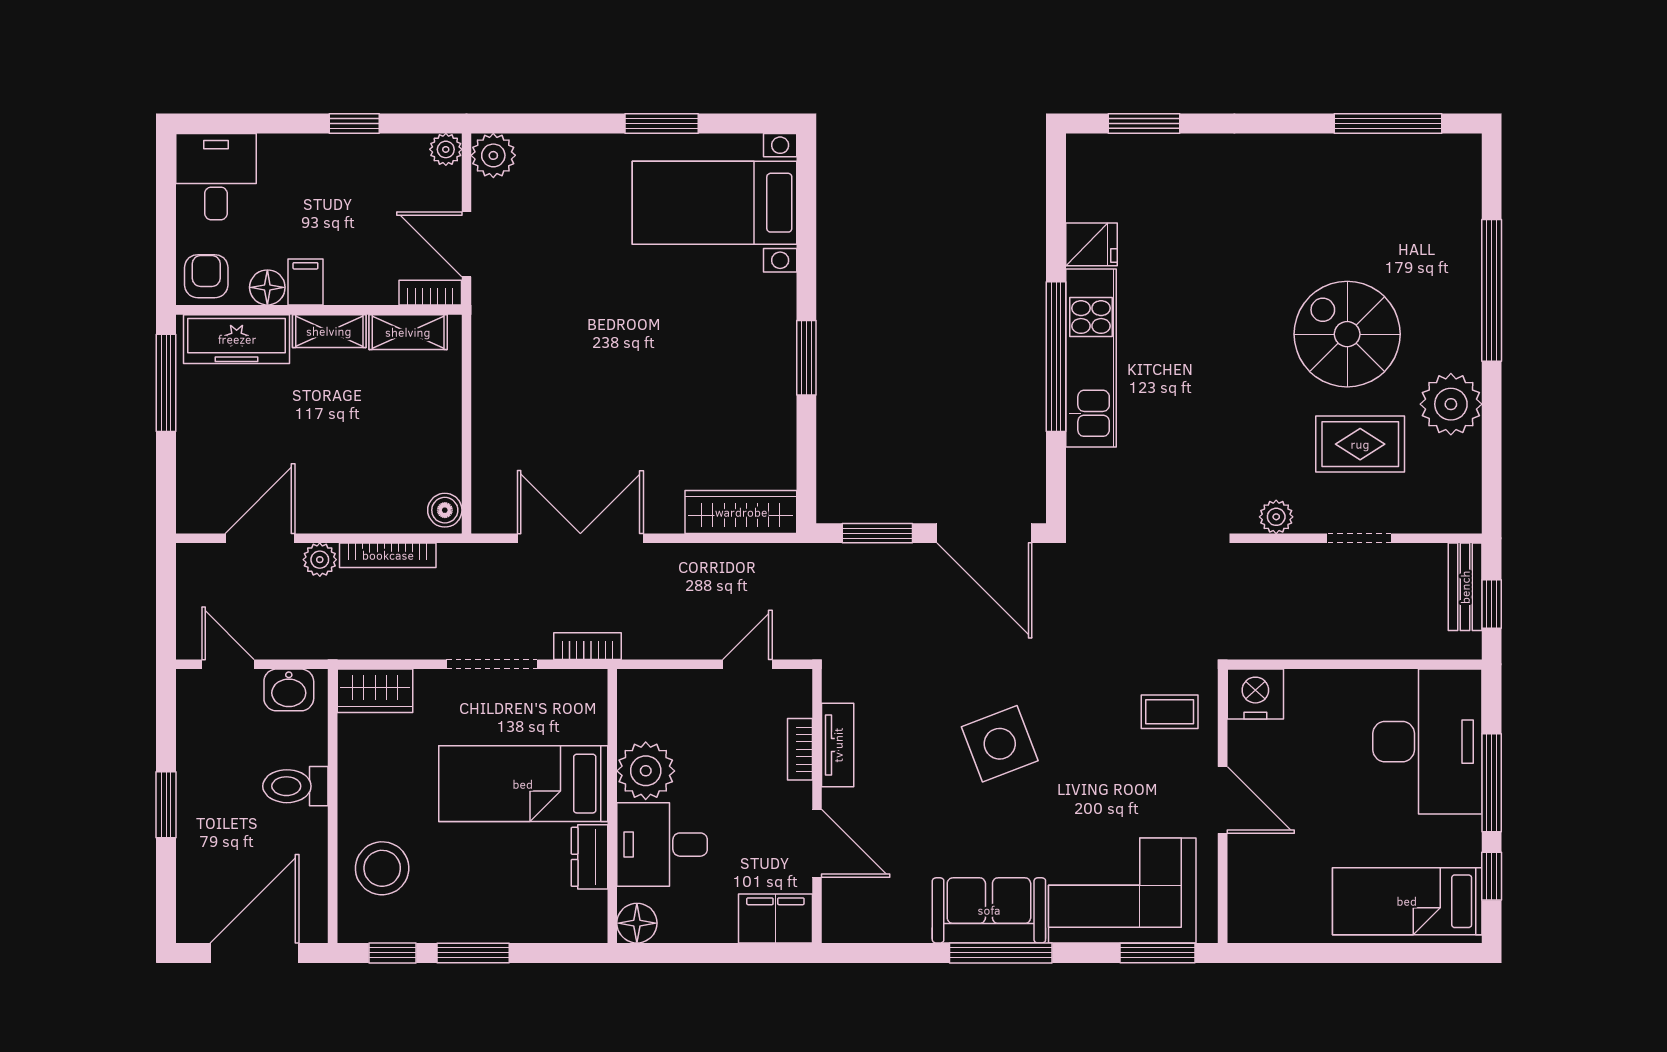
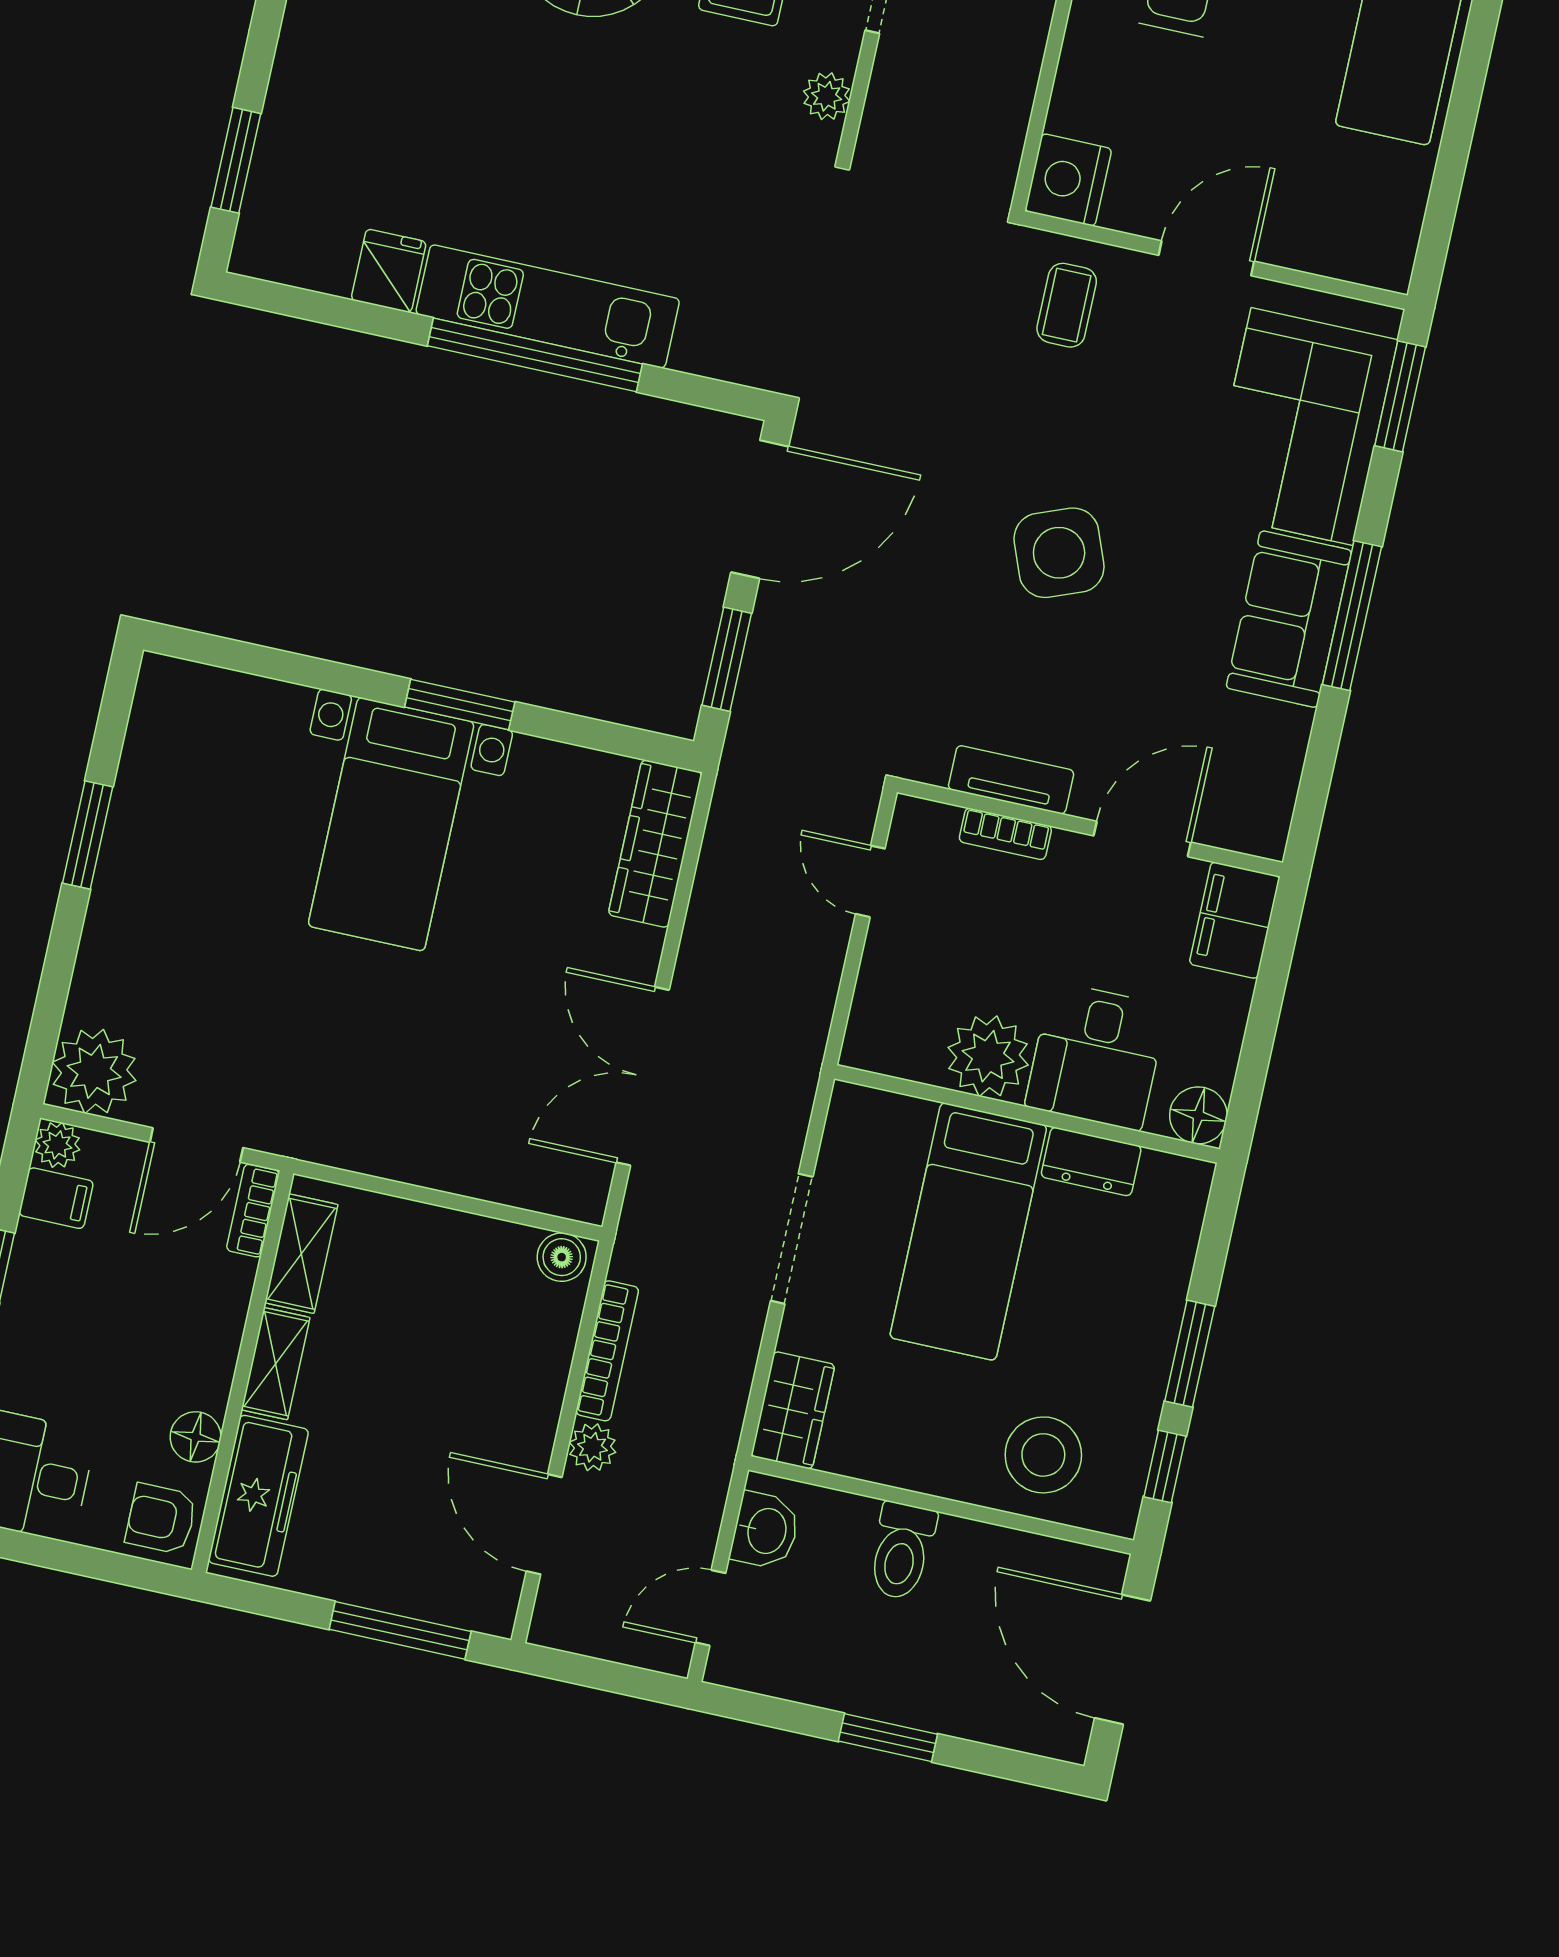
plant: (493, 155) -> (94, 1071), width x1.36, depth x1.36
bed with nightstands: (714, 203) -> (391, 824), moved
filing cabinet: (305, 282) -> (56, 1198), moved, turned 180
window: (166, 383) -> (400, 1630), moved
bookcase: (588, 646) -> (796, 1099), removed

